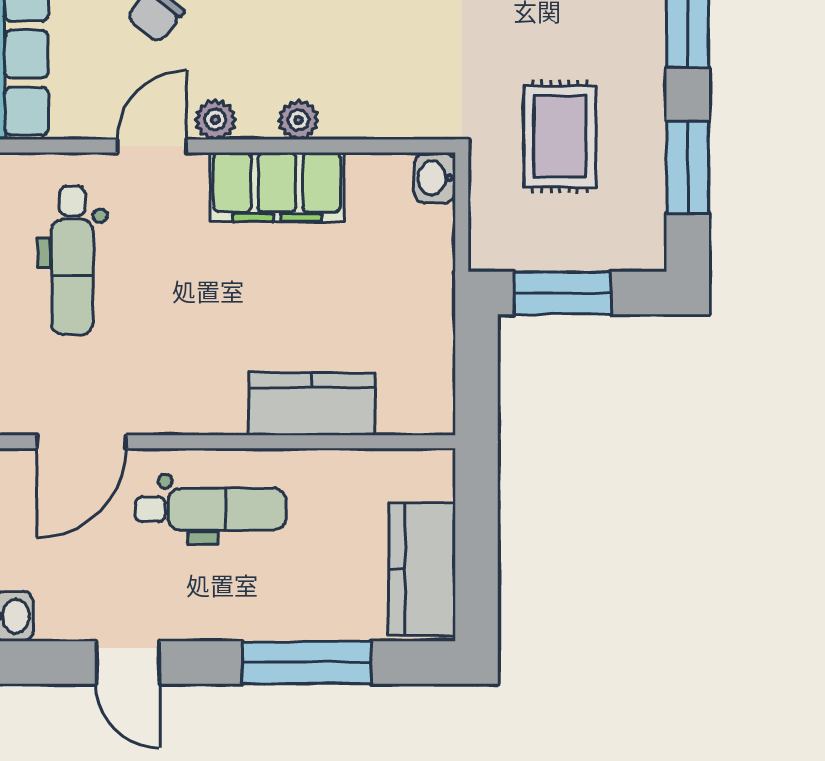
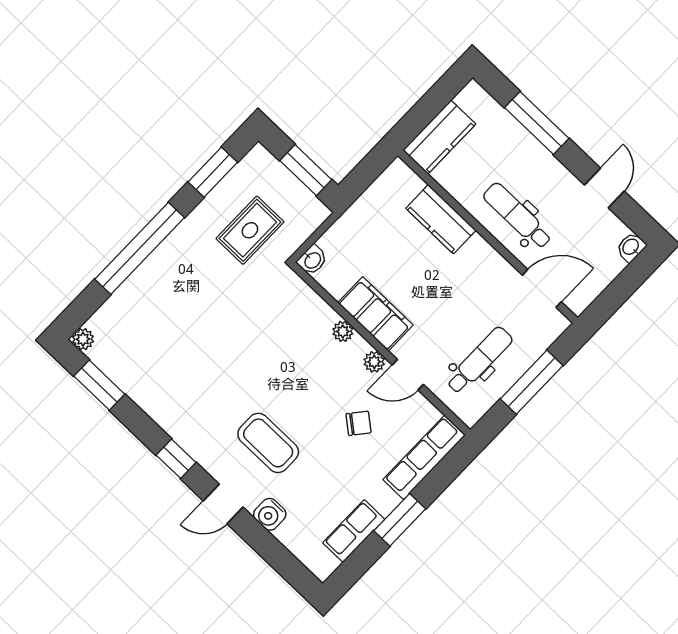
kitchen counter: (422, 569) -> (439, 137), moved

